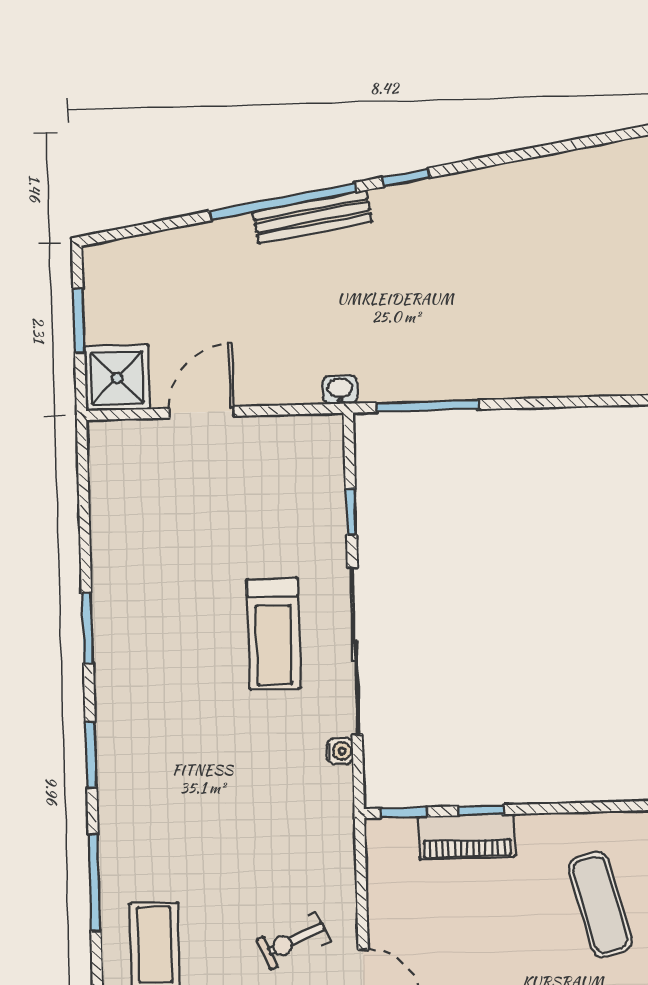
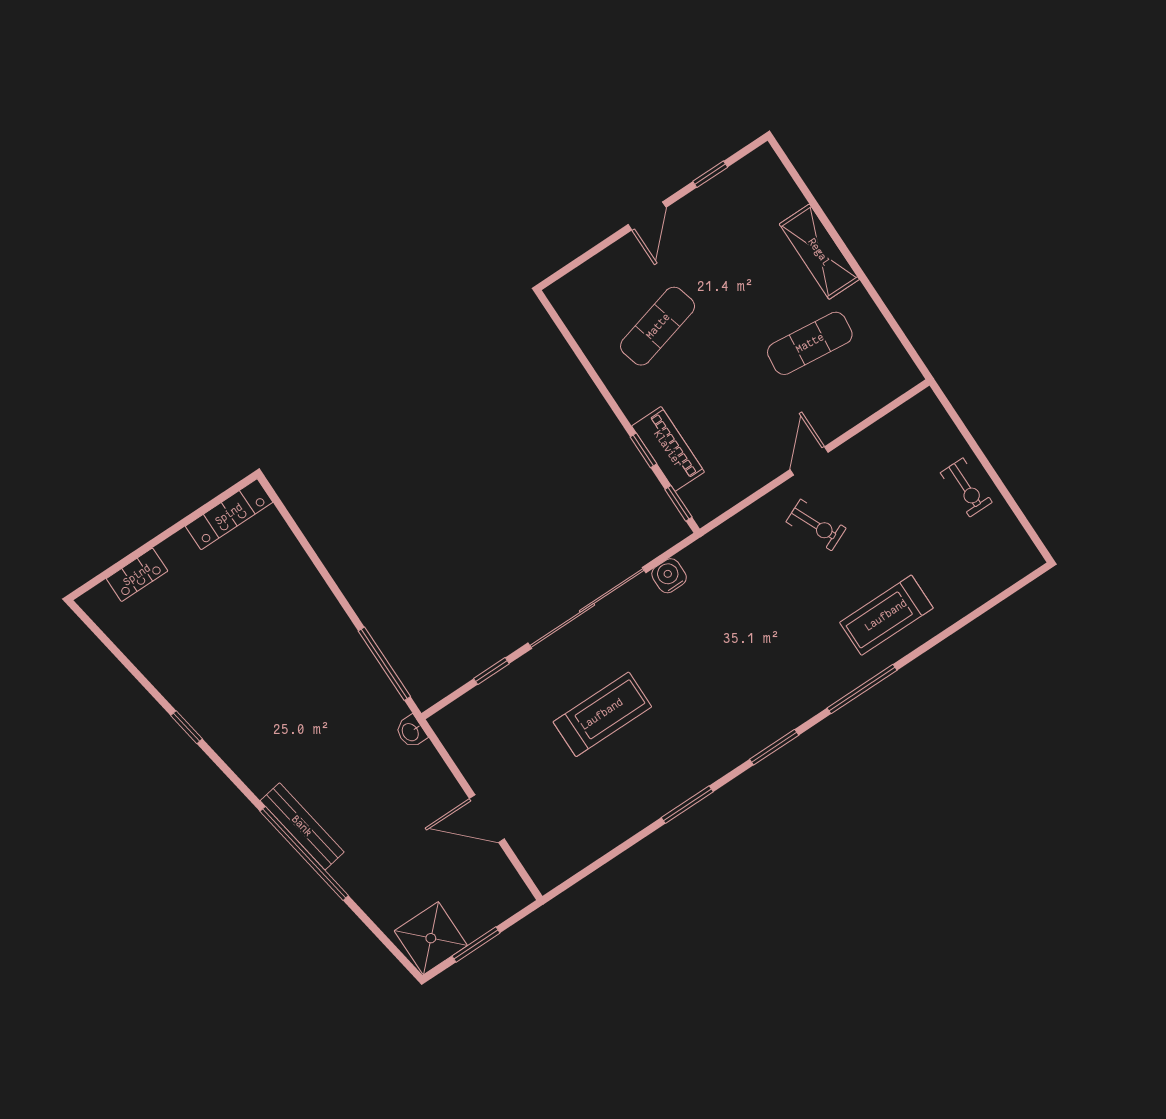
window: (406, 177) -> (187, 727), moved
shower: (117, 378) -> (431, 938), moved
treadmill: (273, 634) -> (602, 714), moved
water cooler: (340, 751) -> (669, 576), width x1.38, depth x1.38

